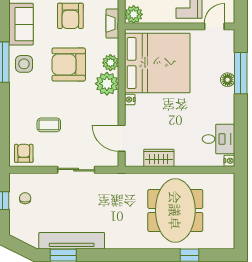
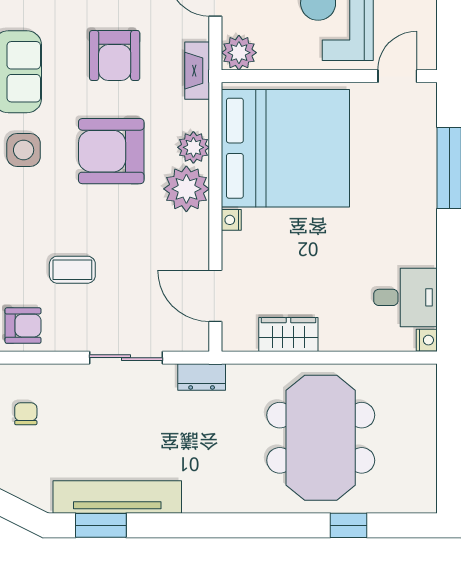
floor lamp: (228, 80) -> (423, 181), removed
armchair: (24, 153) -> (23, 326), turned 90
dresser: (115, 180) -> (202, 377), added

